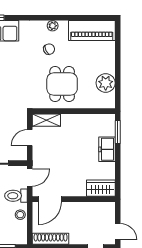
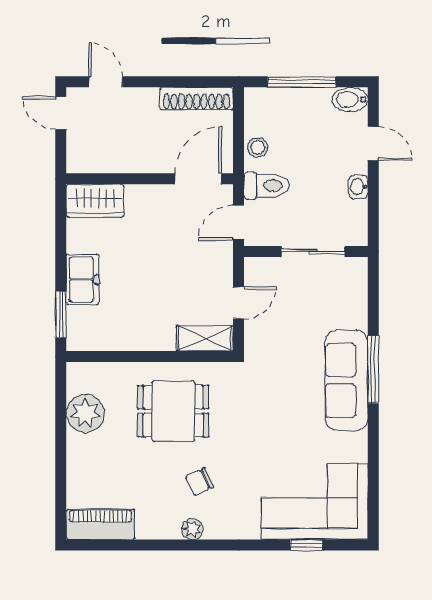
piano: (92, 31) -> (101, 524), width x0.73, depth x0.75
dining table: (62, 84) -> (173, 411), turned 90

